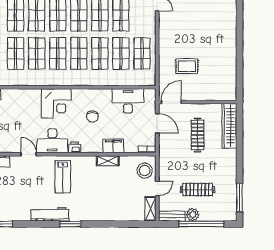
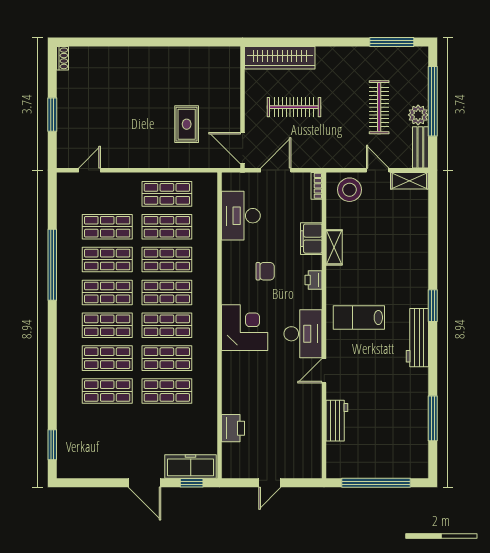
printer: (75, 147) -> (314, 280), moved
lab bench: (63, 177) -> (359, 317), turned 180

